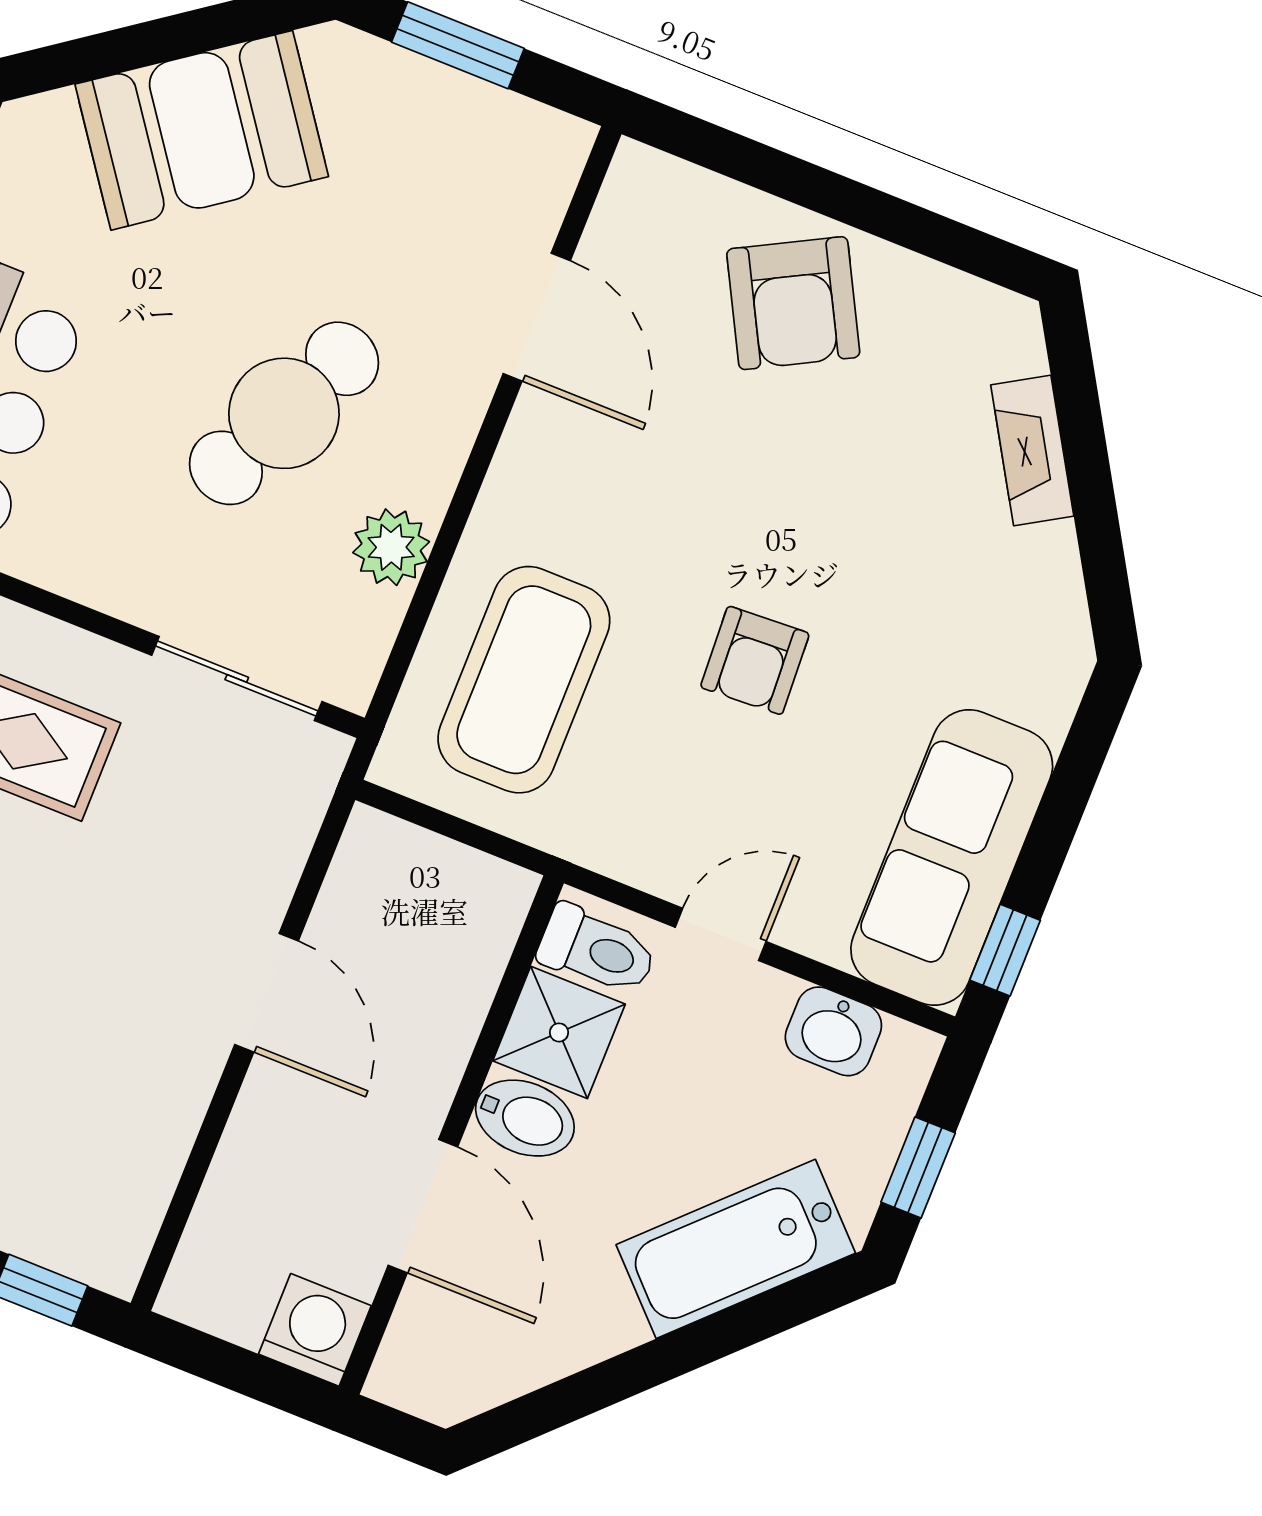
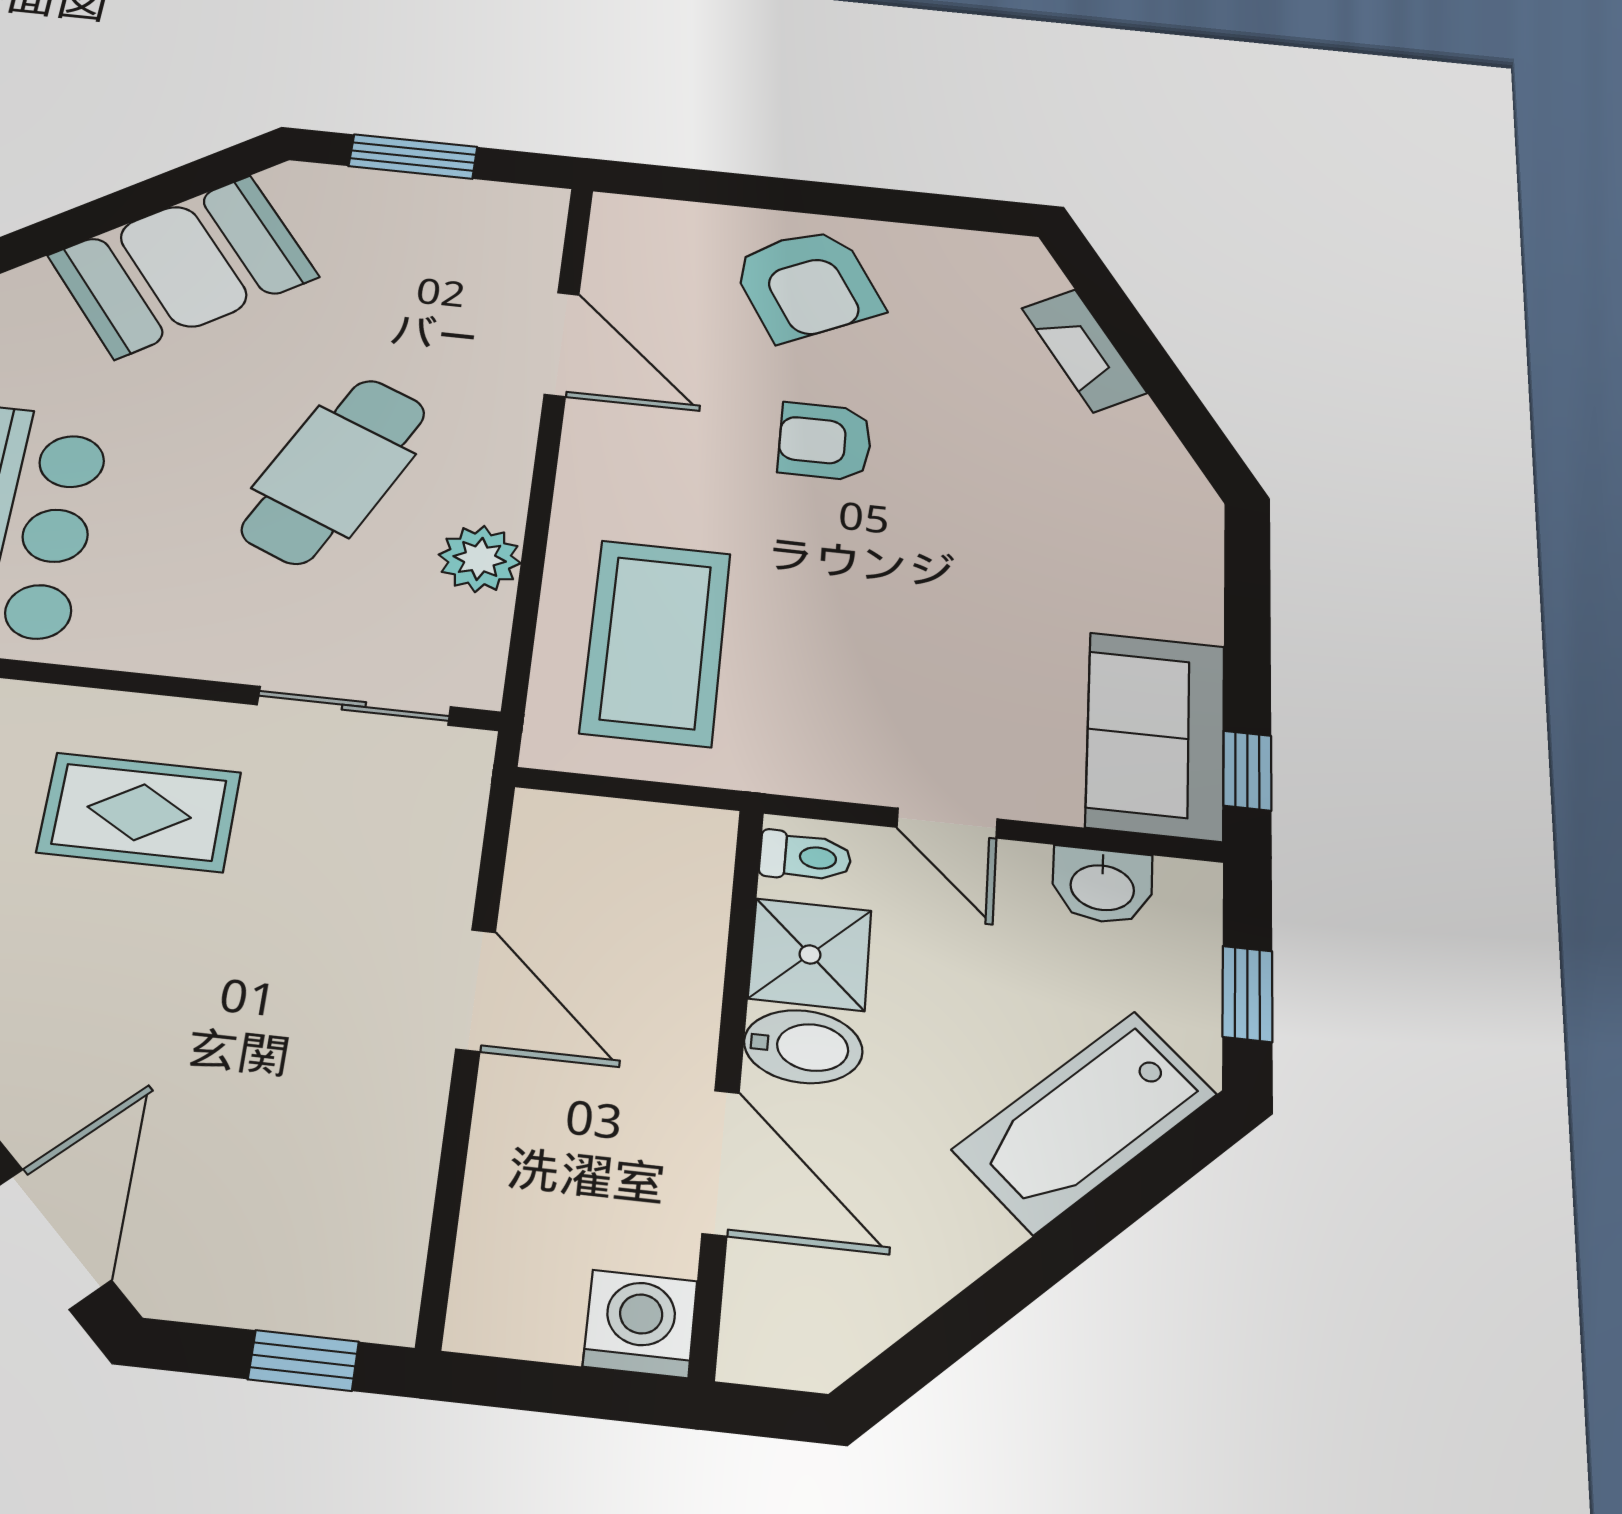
armchair: (755, 660) -> (825, 442), moved, turned 93
sofa: (952, 858) -> (1156, 736), width x0.73
door: (721, 934) -> (947, 823), swing flipped
toilet: (597, 950) -> (805, 857), width x0.73, depth x0.72

